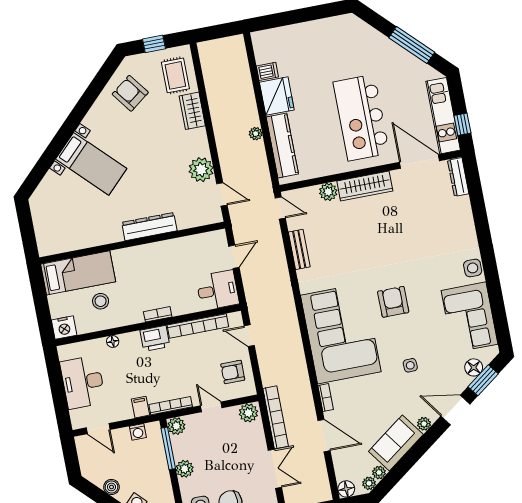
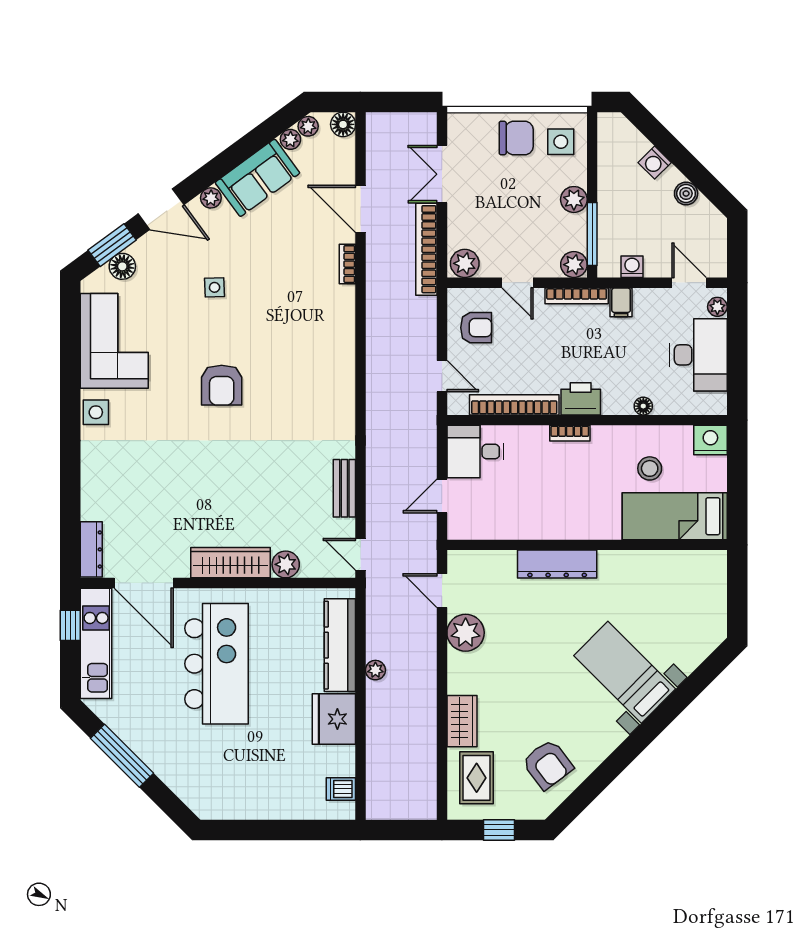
dishwasher: (267, 71) -> (341, 789), moved
corner sofa: (341, 333) -> (307, 354), removed
plant: (76, 416) -> (717, 307), added

